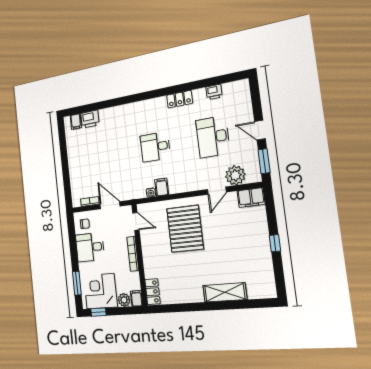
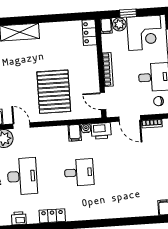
printer: (90, 119) -> (101, 131), moved, turned 180
door: (217, 191) -> (22, 126), hinge flipped
window: (98, 312) -> (128, 13), moved

